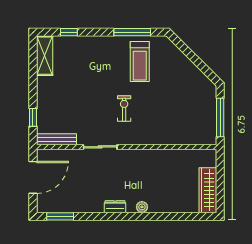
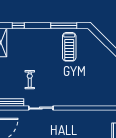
exercise bike: (124, 109) -> (30, 80), moved

